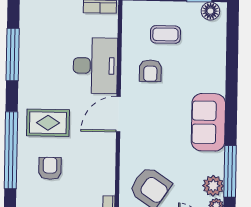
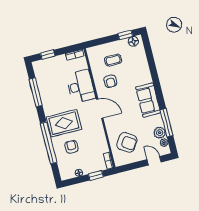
door: (118, 114) -> (100, 109), swing flipped
rug: (48, 123) -> (64, 123), width x1.36, depth x1.43

